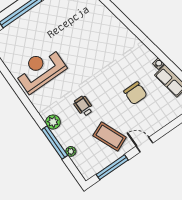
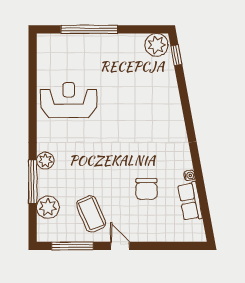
wheelchair: (83, 106) -> (86, 166), removed
plant: (71, 151) -> (48, 207), width x1.88, depth x1.88

